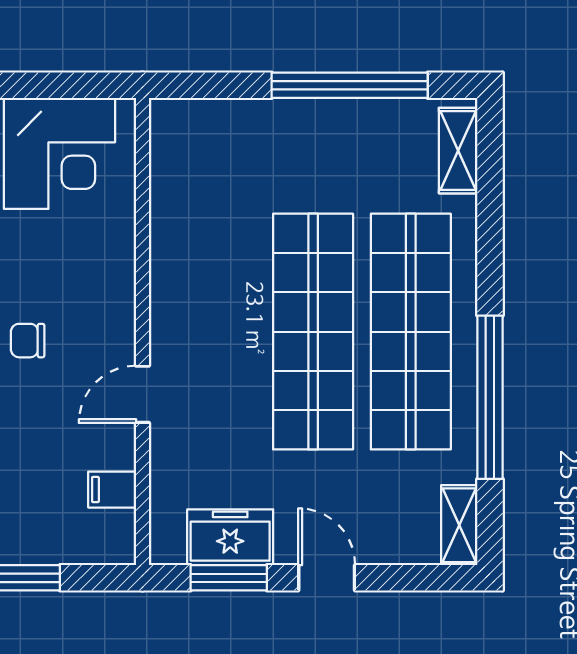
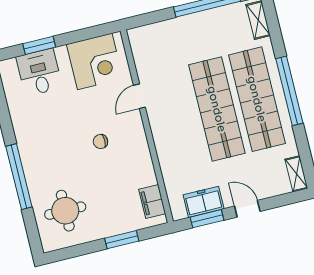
door: (143, 394) -> (139, 96), moved
window: (490, 397) -> (289, 91), moved
filing cabinet: (112, 490) -> (152, 202), width x2.00

